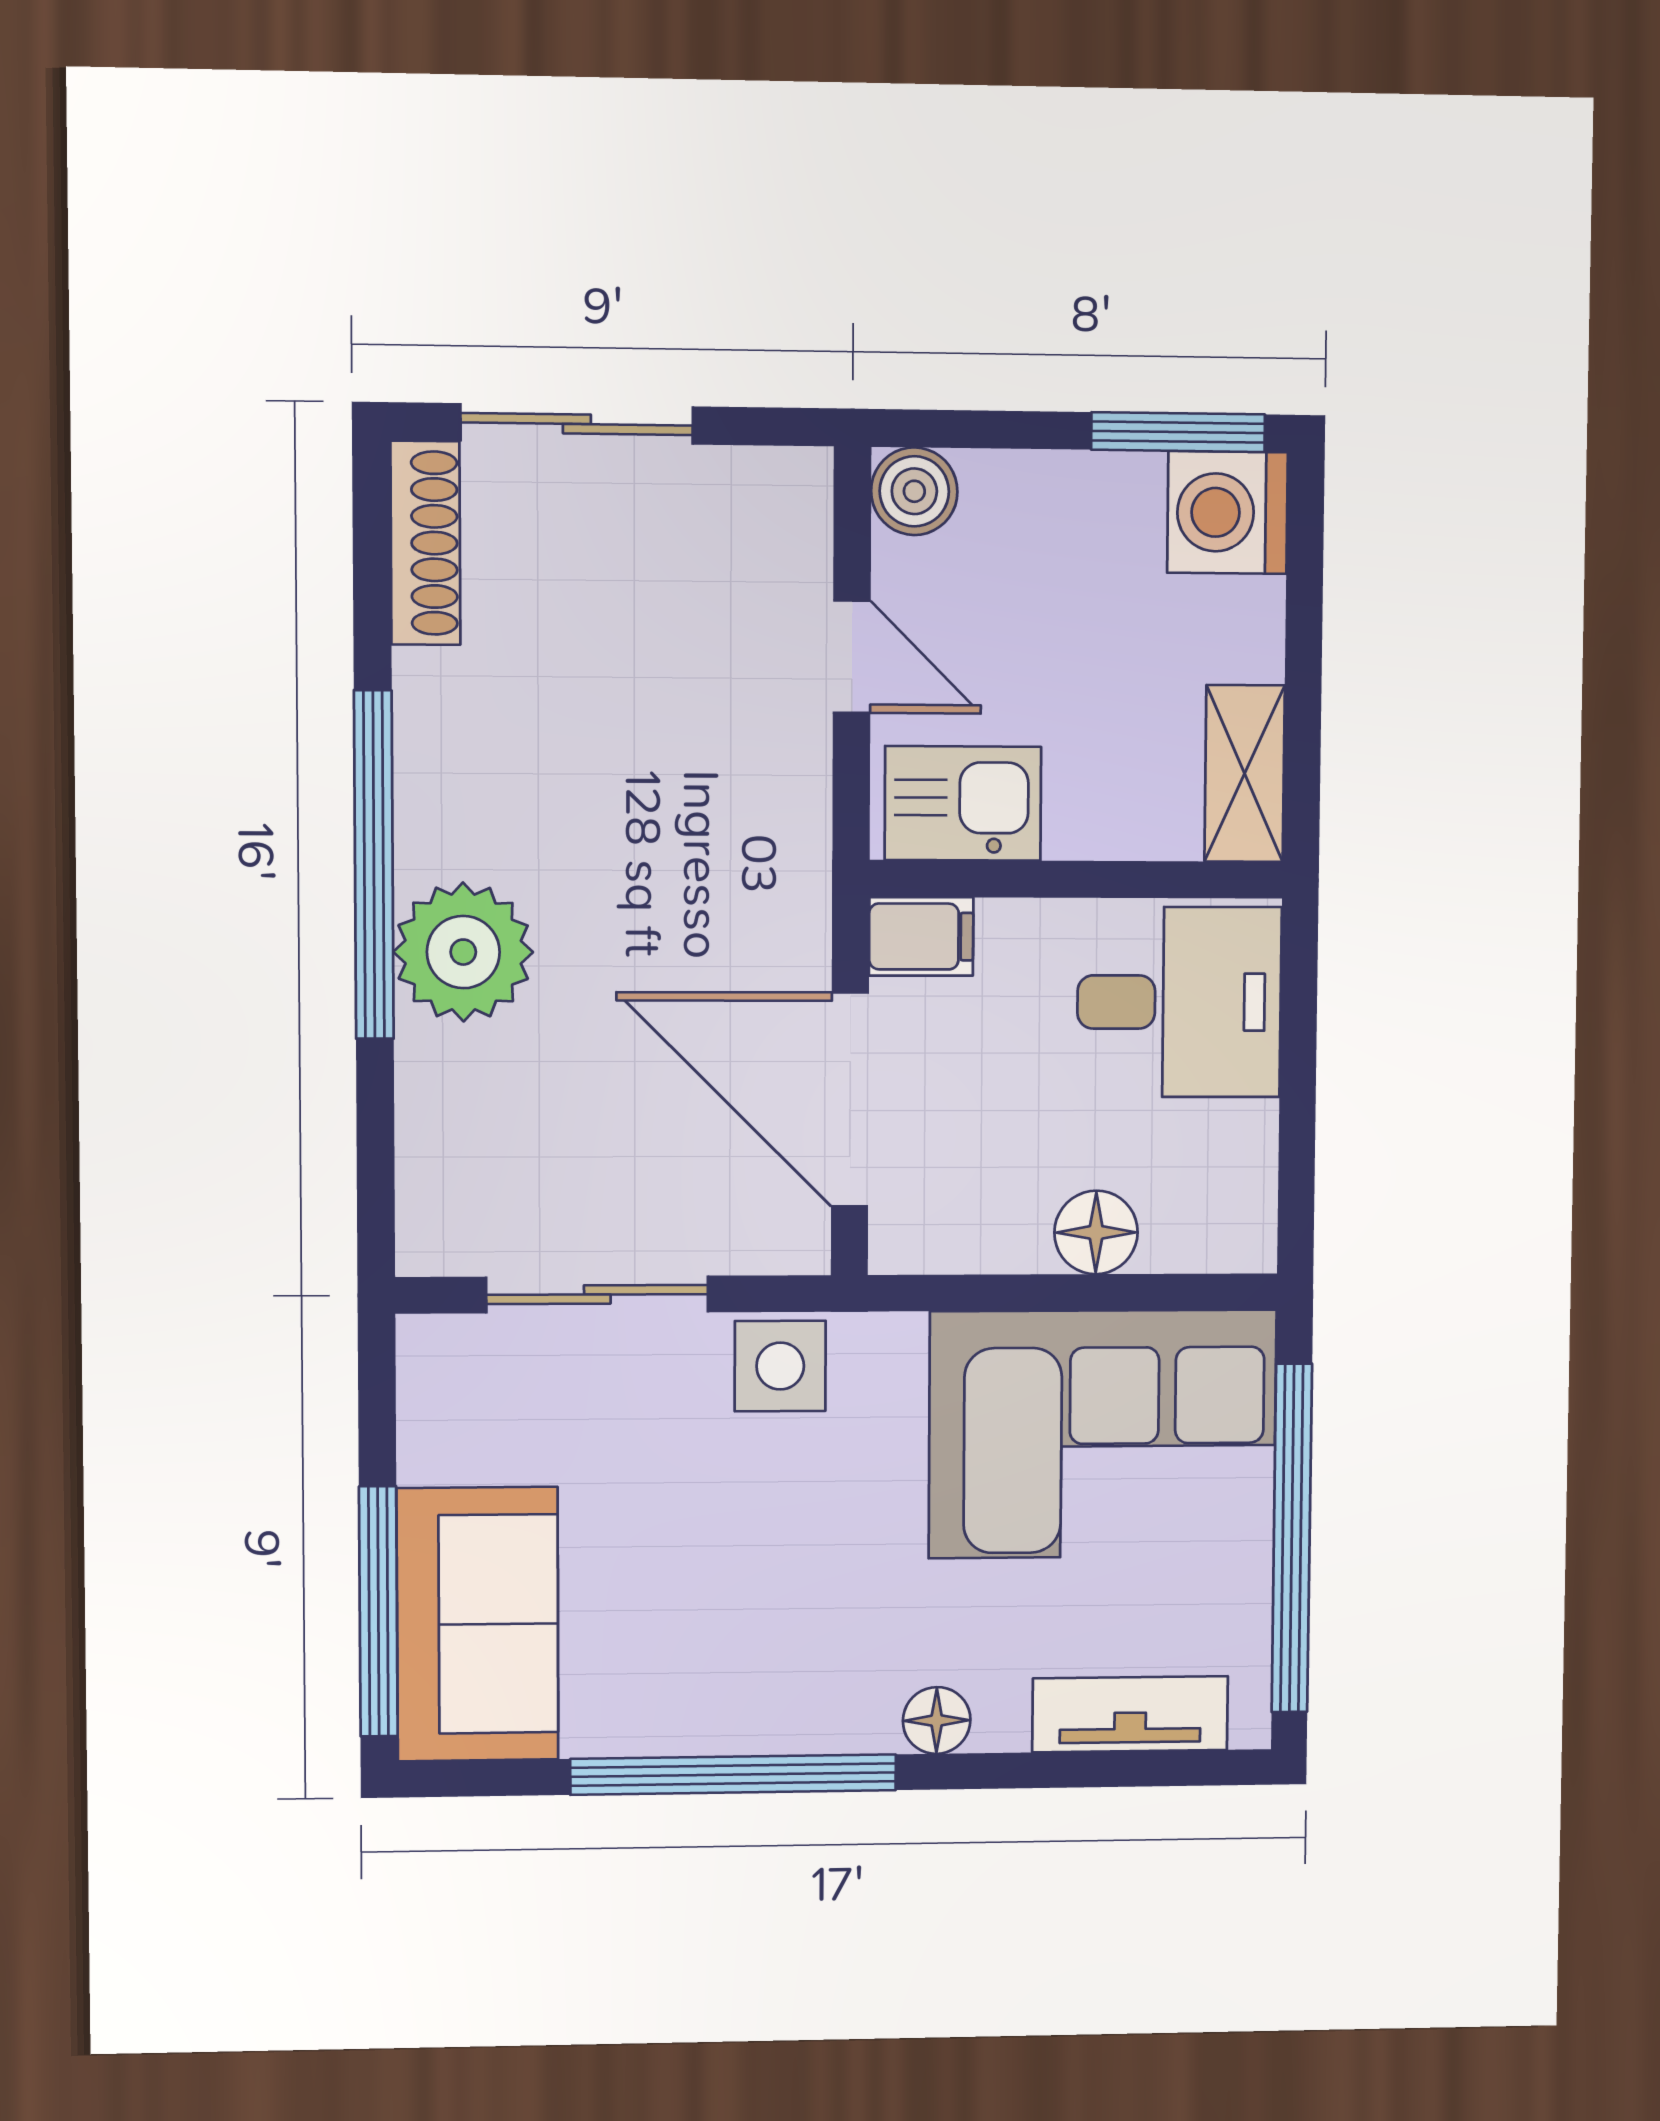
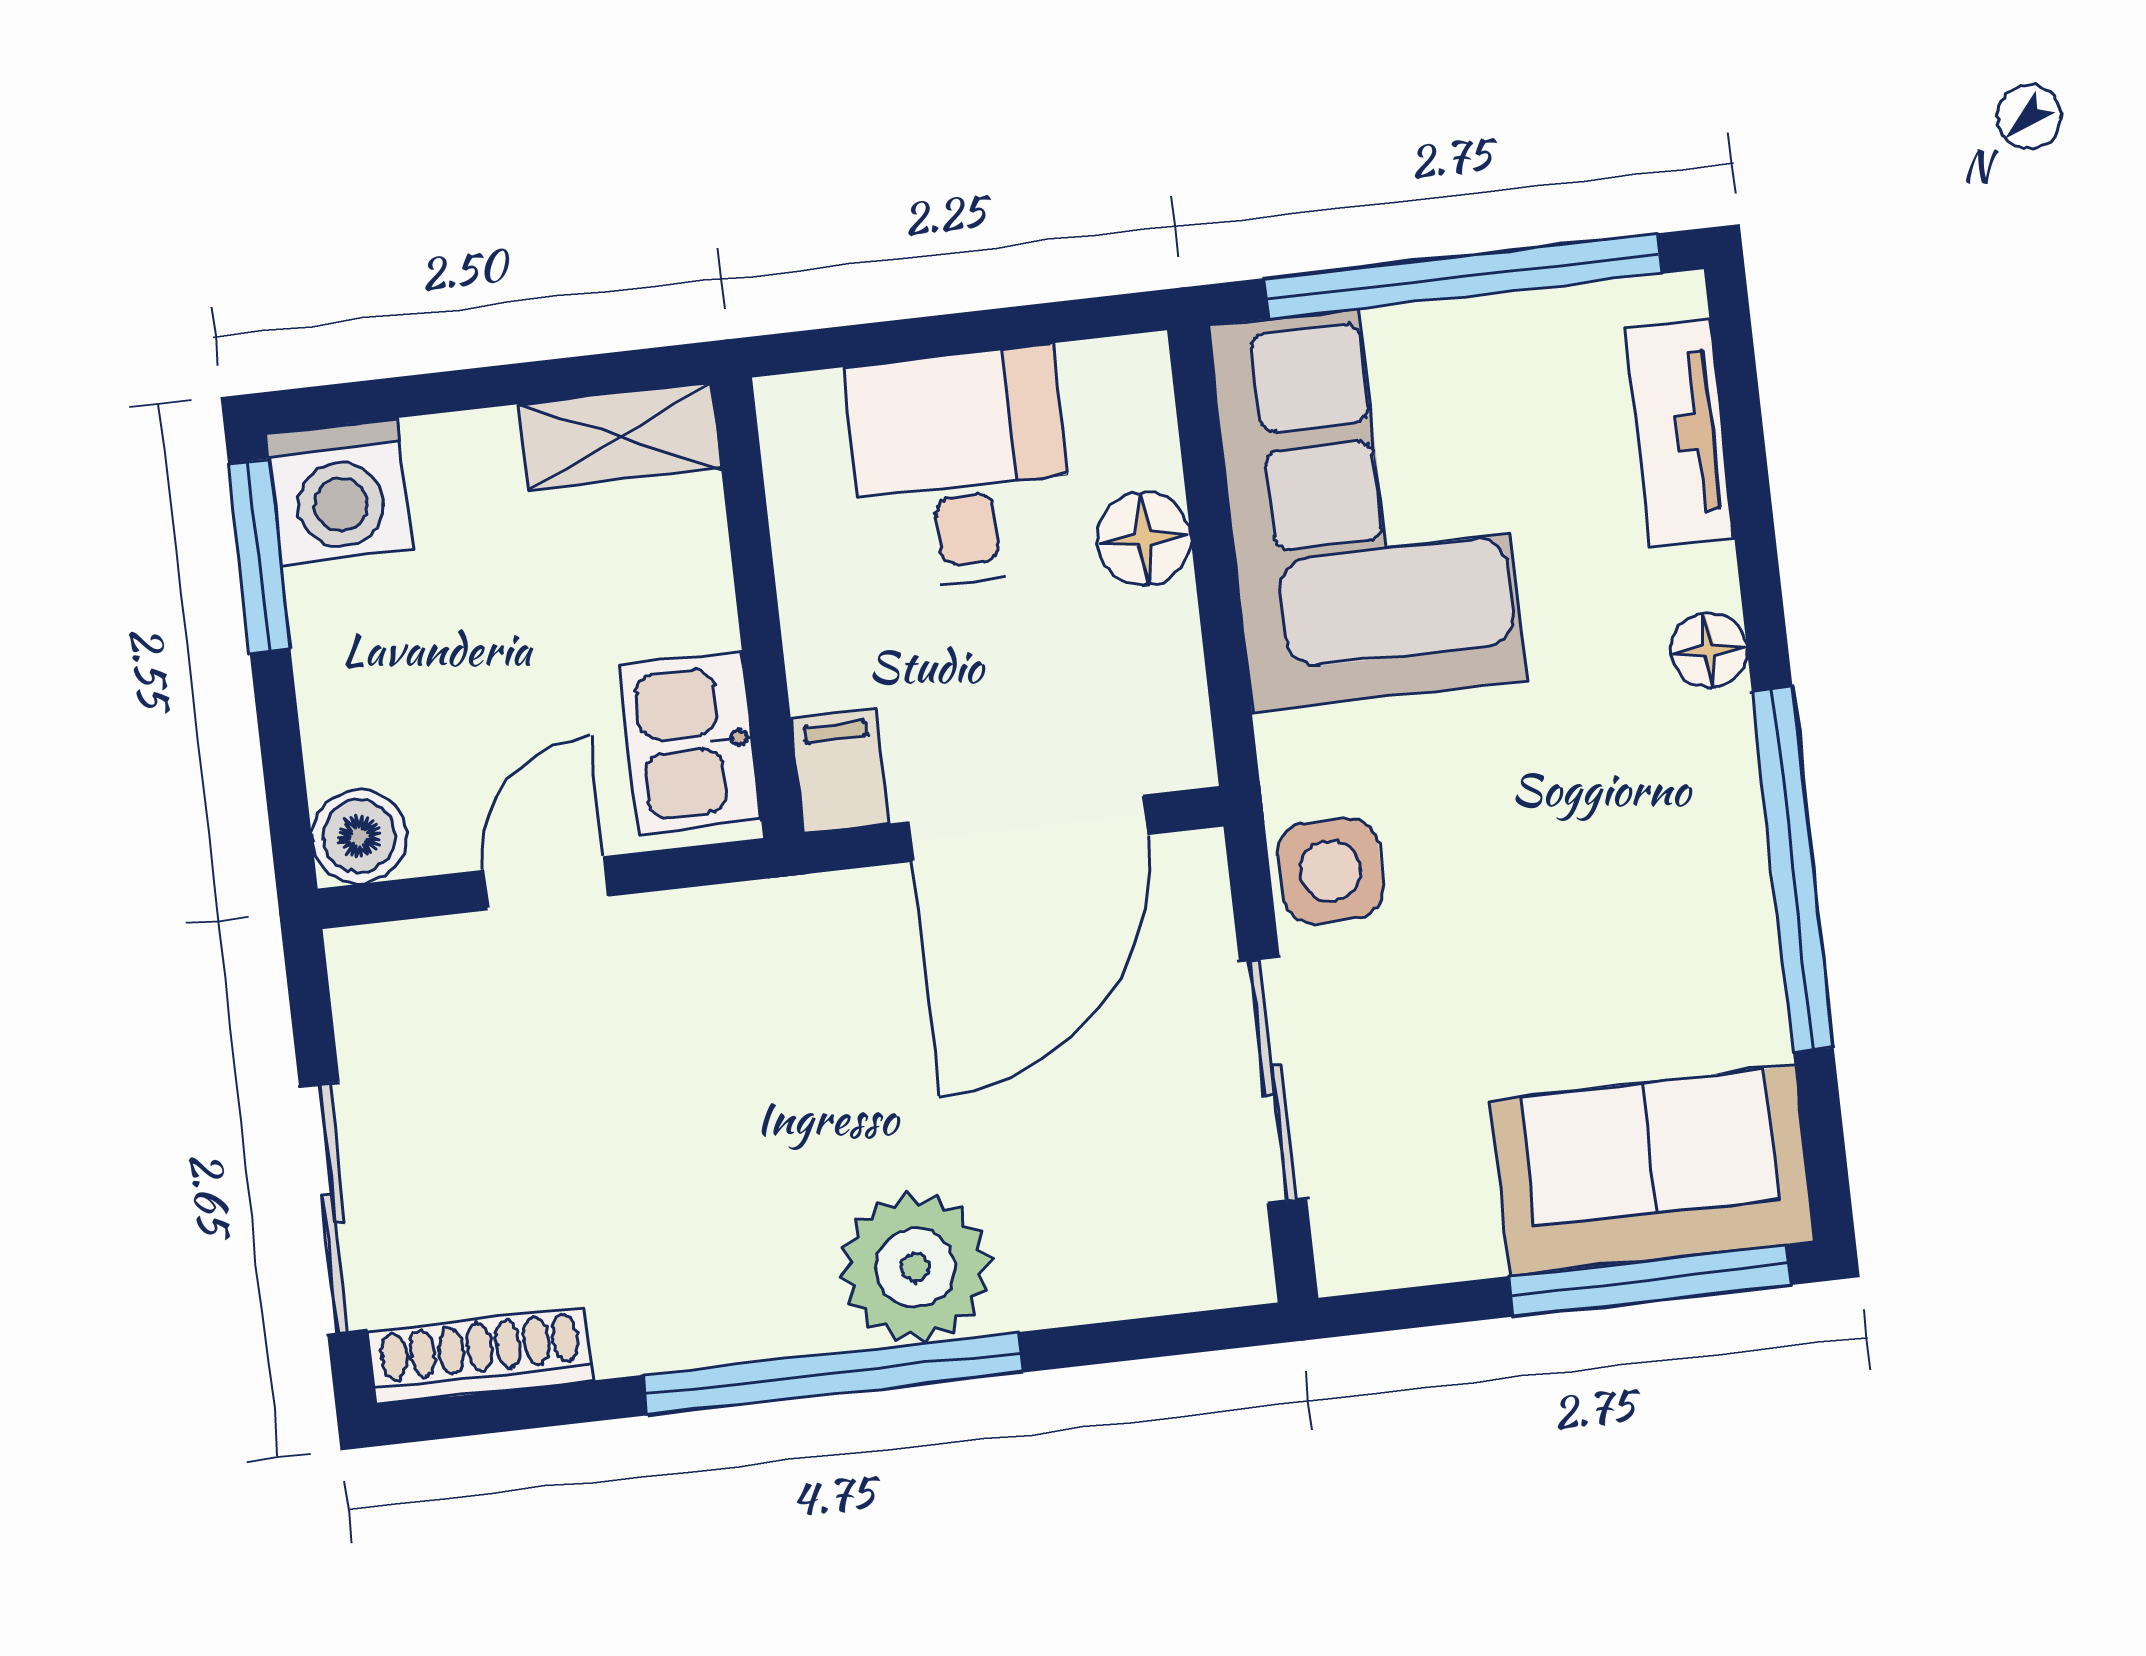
desk: (1179, 1002) -> (960, 468), moved

